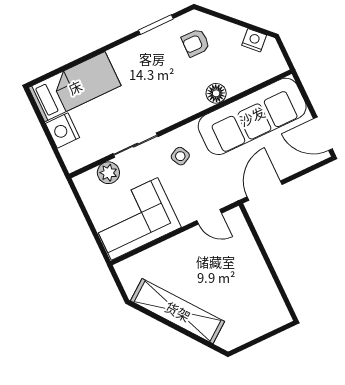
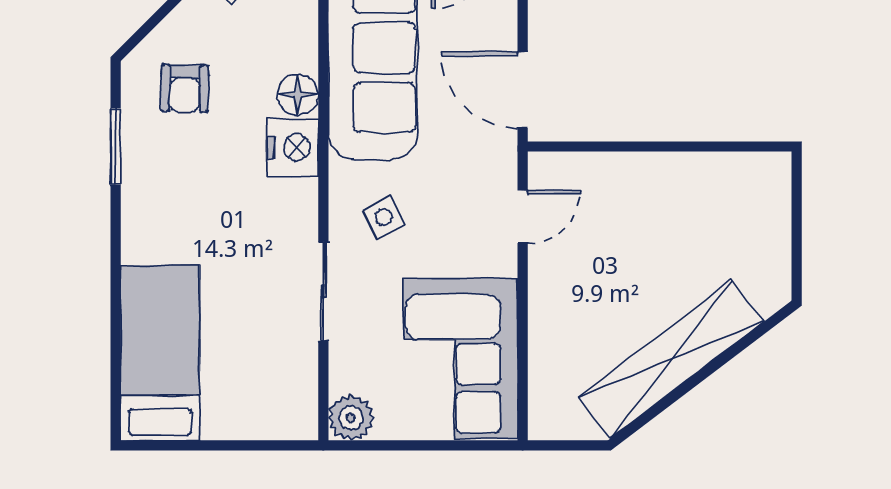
nightstand: (63, 130) -> (293, 147), moved, turned -90
plant: (108, 173) -> (351, 418), moved

